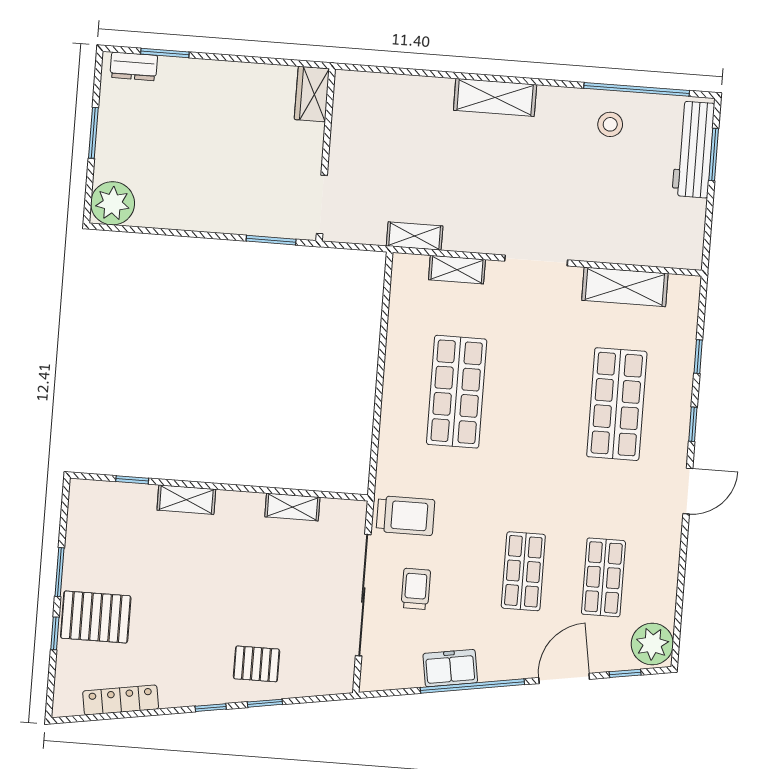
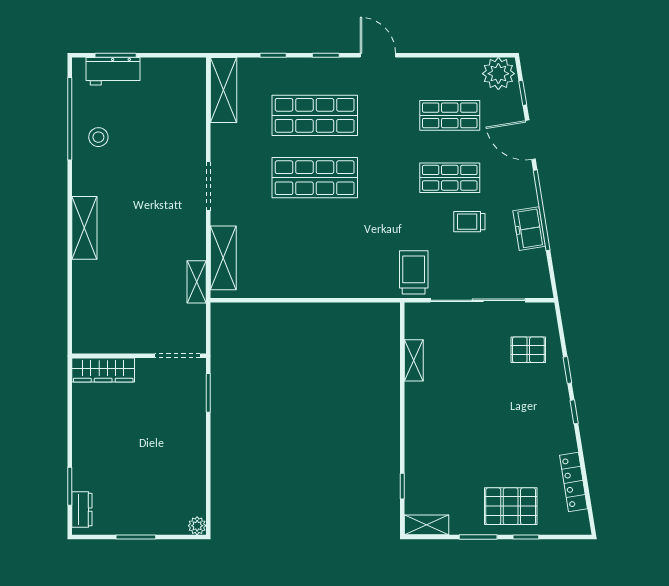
wardrobe: (312, 94) -> (103, 370), width x1.50
workbench: (693, 149) -> (113, 71), width x0.73
plant: (113, 203) -> (197, 526), width x0.53, depth x0.53
shelving: (457, 270) -> (223, 258), width x1.50, depth x1.33
shelving: (625, 287) -> (223, 90), moved
shop shelf: (457, 392) -> (315, 178), moved
shelving: (186, 500) -> (427, 525), moved, turned 90
trolley: (416, 589) -> (469, 222), moved
pallet: (96, 617) -> (511, 506), turned 90
pallet: (257, 664) -> (528, 350), moved, turned 90

